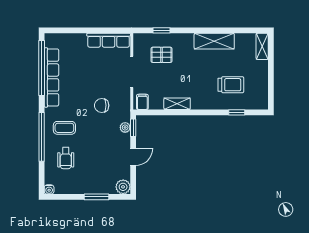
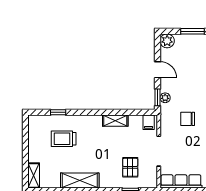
pallet: (161, 55) -> (130, 167), turned 90
chair: (102, 105) -> (188, 119), turned 180
door: (133, 157) -> (157, 70), swing flipped

